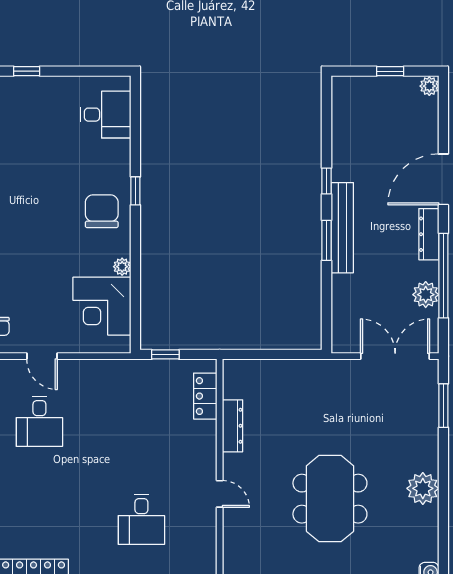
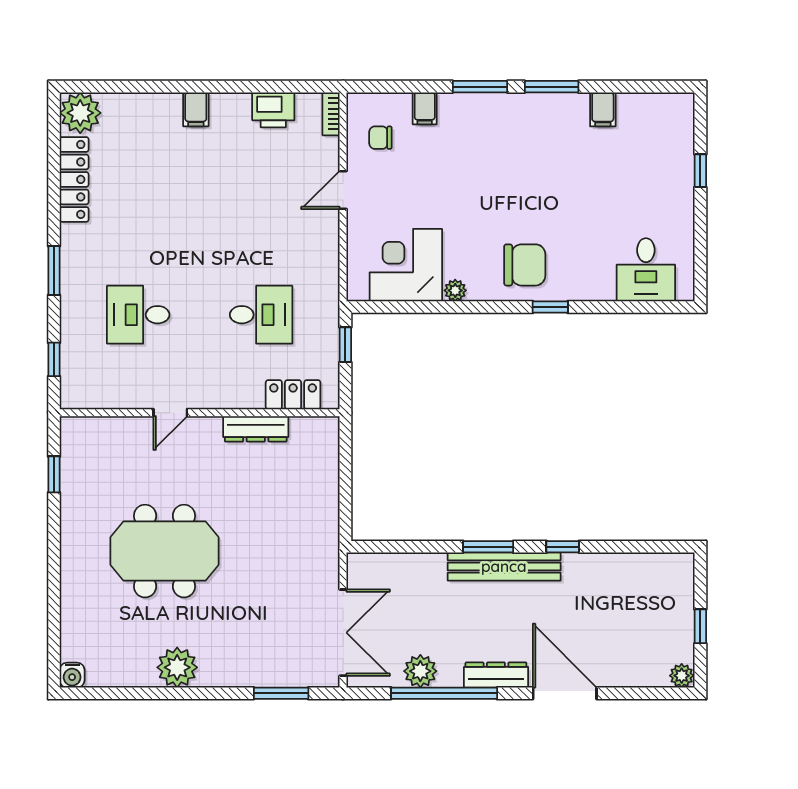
desk: (39, 422) -> (261, 315), moved, turned 180

